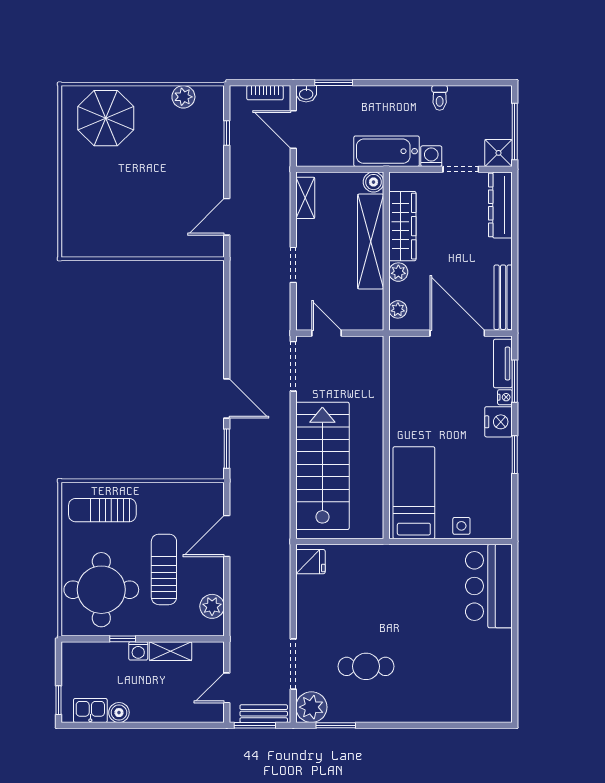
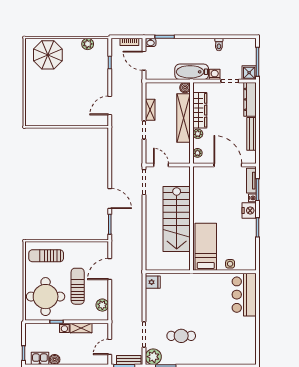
shelving: (305, 198) -> (150, 110), moved
bench: (503, 297) -> (251, 134), moved
stairs: (322, 466) -> (177, 219), moved, turned 180

